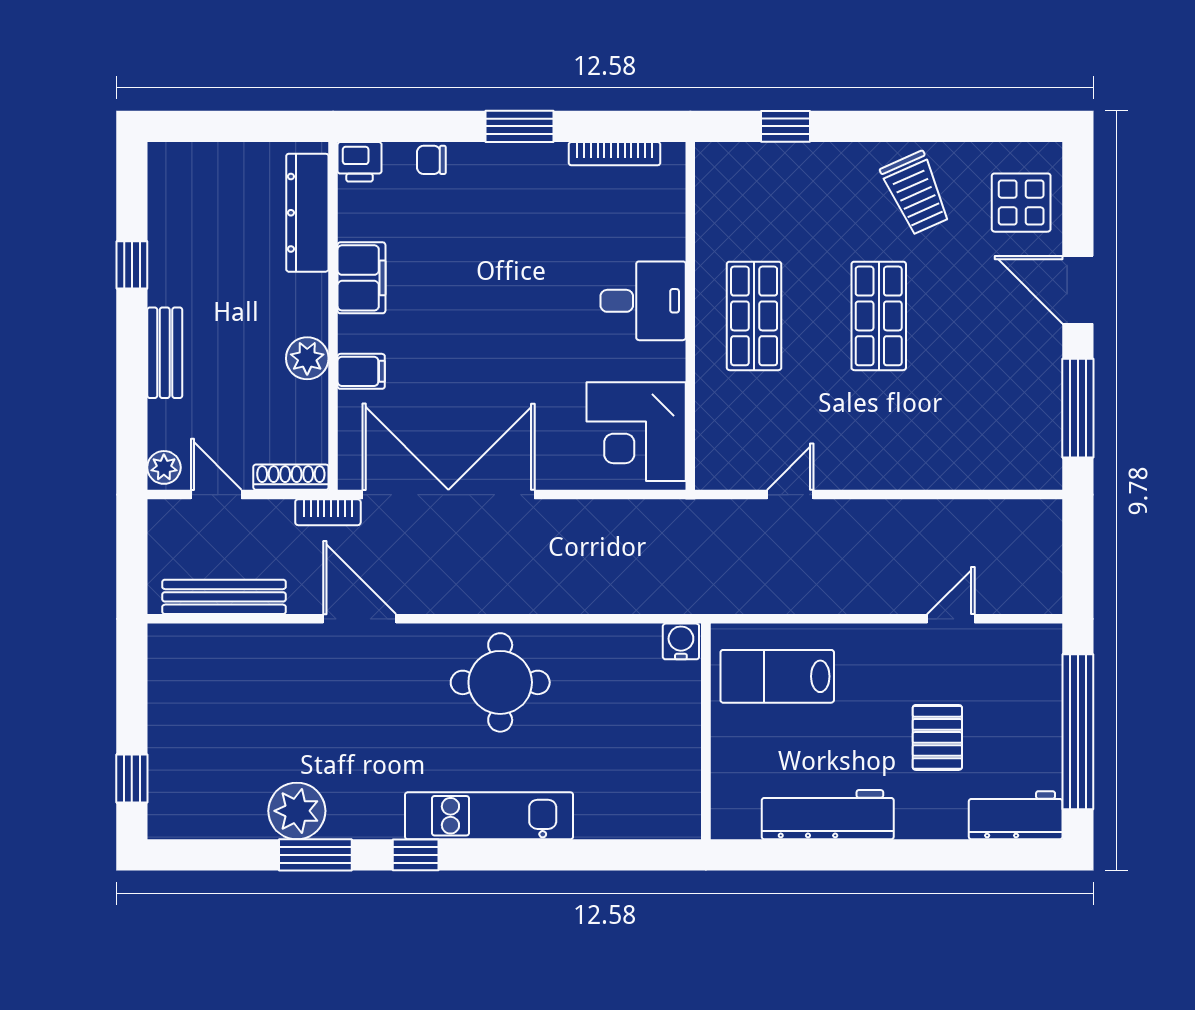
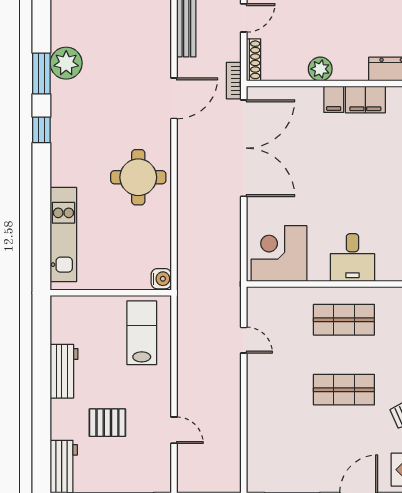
filing cabinet: (361, 371) -> (334, 99), moved
workbench: (828, 815) -> (64, 371), width x0.73
kitchen unit: (489, 816) -> (63, 234), moved

